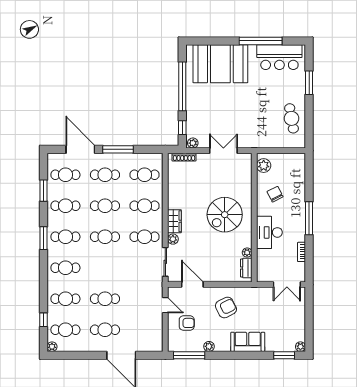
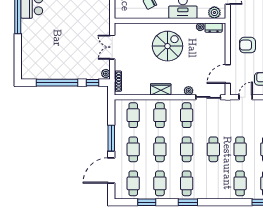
booth: (220, 64) -> (37, 50), removed
plant: (264, 166) -> (214, 13), moved
spiral stairs: (225, 215) -> (168, 46), turned -90
wardrobe: (174, 221) -> (161, 89), moved
cafe table: (65, 268) -> (213, 149), moved
armchair: (226, 307) -> (248, 45), turned -63

